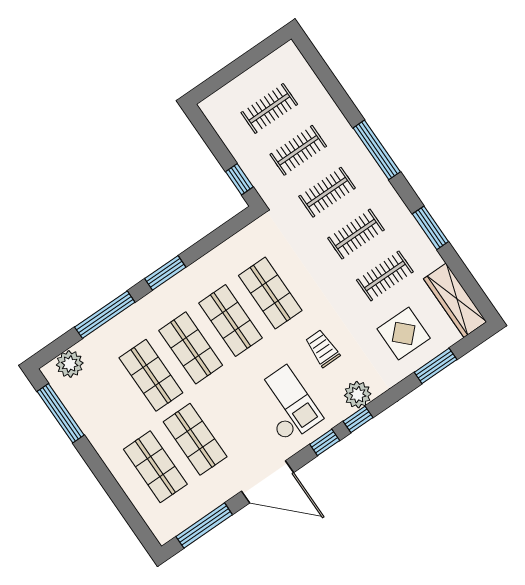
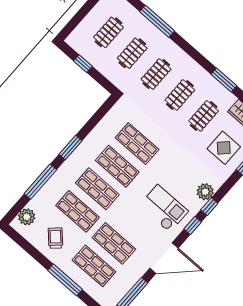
window: (377, 150) -> (157, 21), moved
window: (239, 179) -> (83, 64), moved
trolley: (322, 348) -> (56, 238), moved, turned 47
window: (61, 413) -> (65, 280), moved

